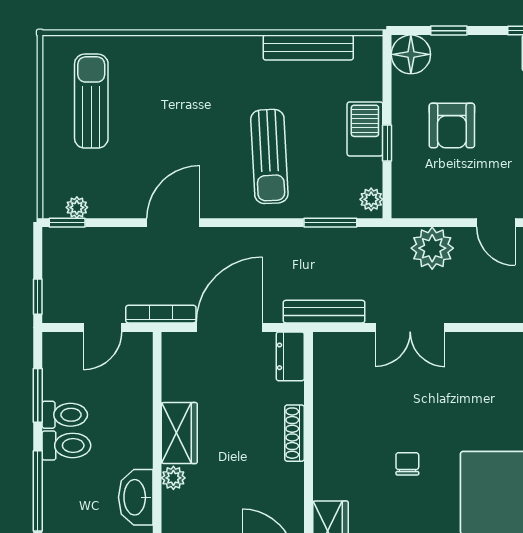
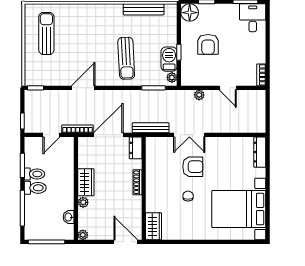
barbecue: (365, 129) -> (169, 59), moved
plant: (77, 207) -> (40, 81), removed
plant: (432, 248) -> (199, 95), width x0.53, depth x0.53
armchair: (418, 398) -> (193, 167), added
washbasin: (136, 497) -> (69, 217), width x0.52, depth x0.69

